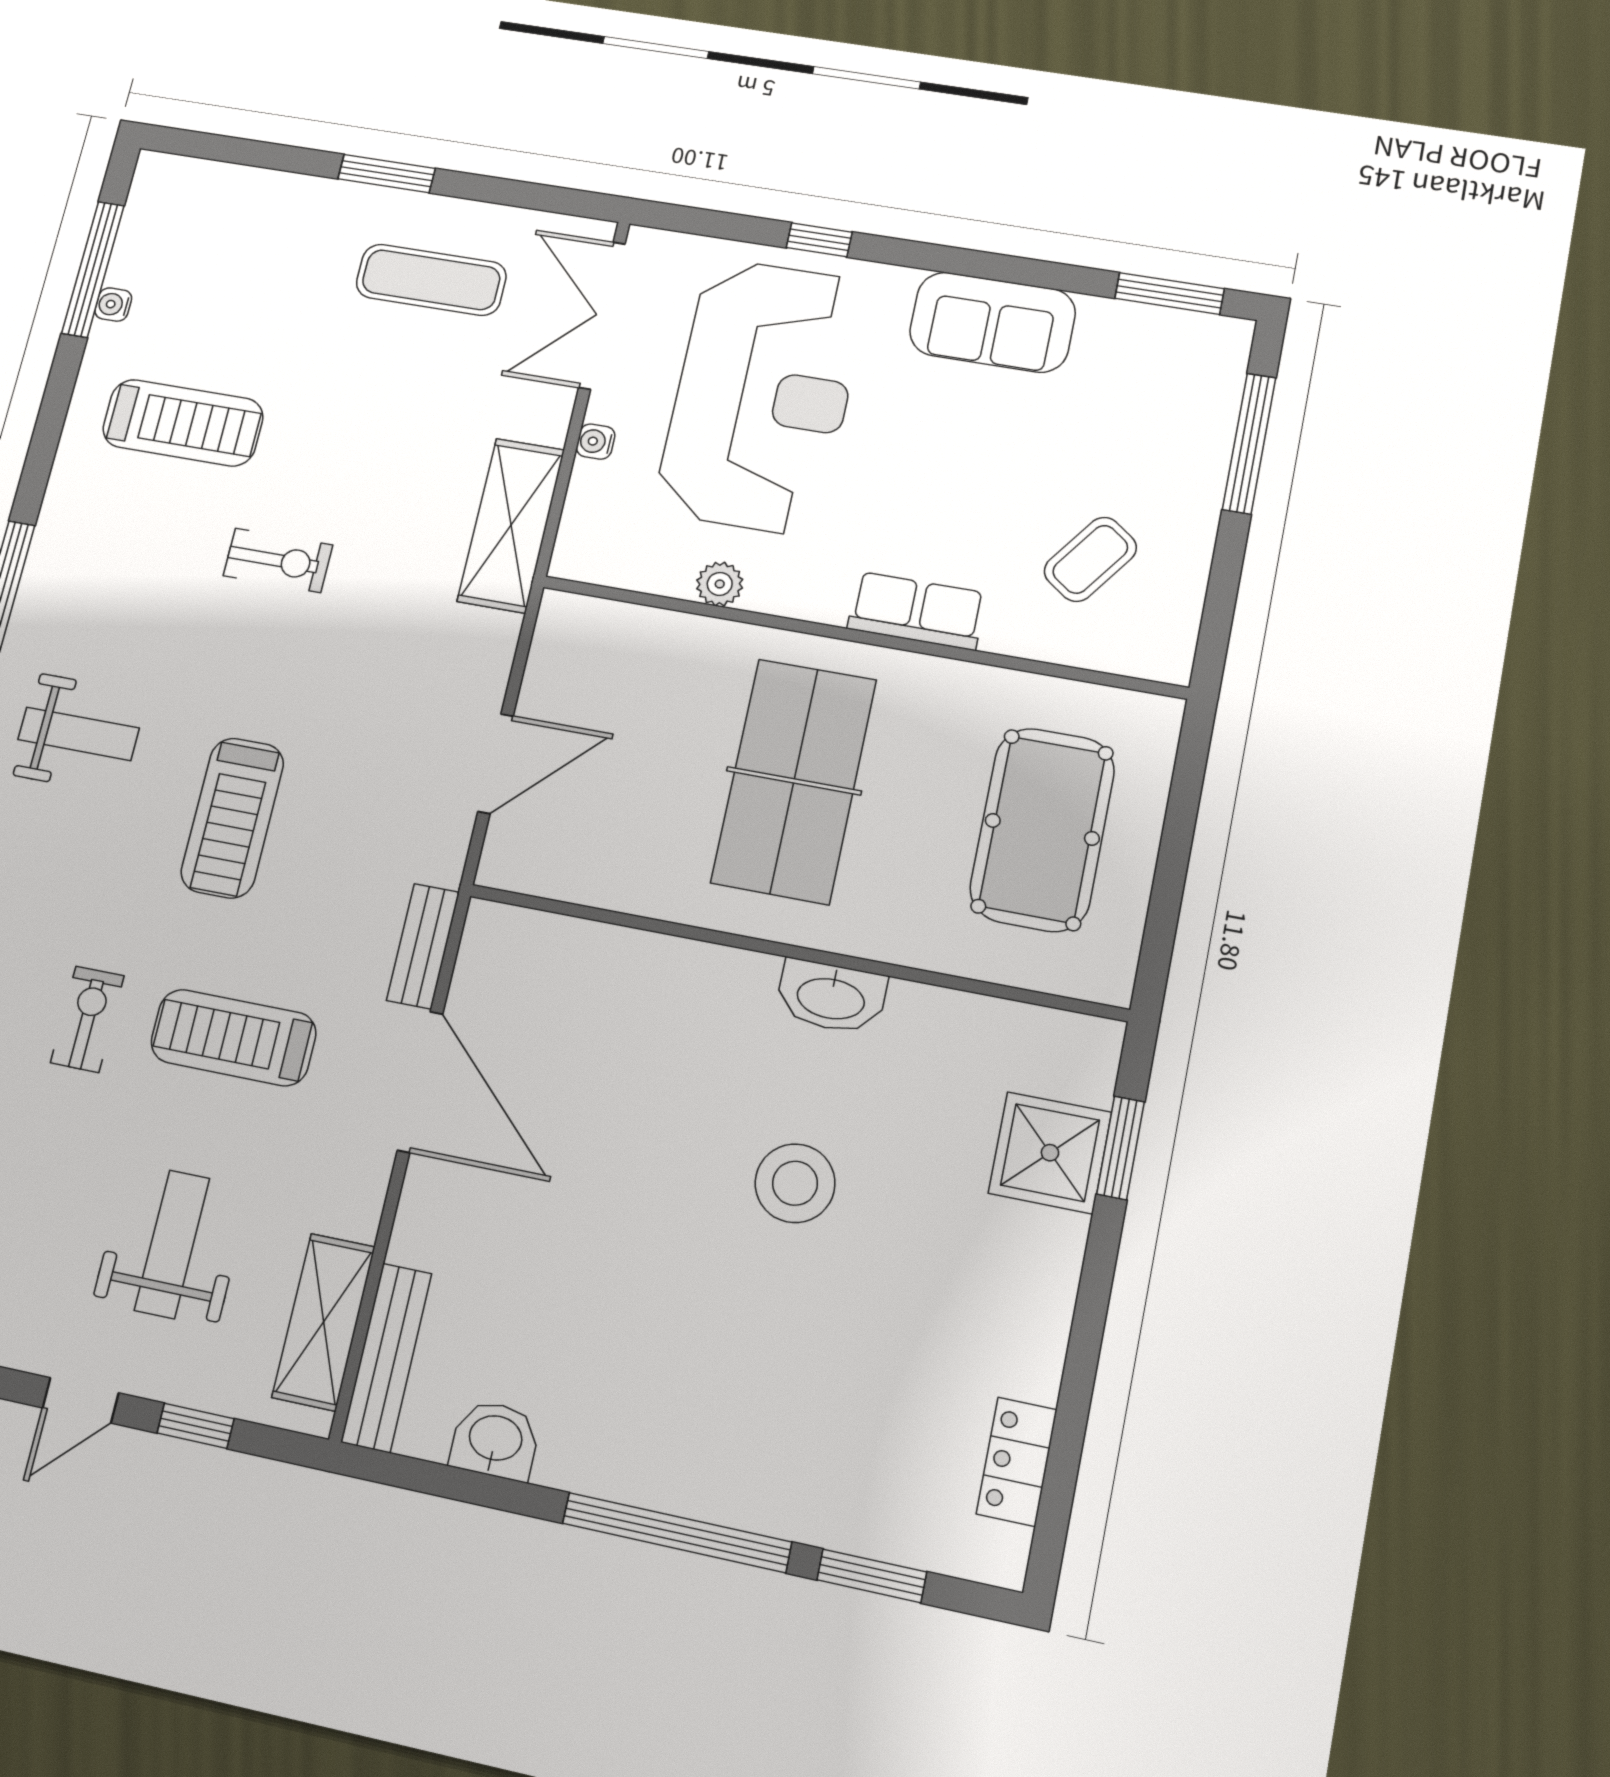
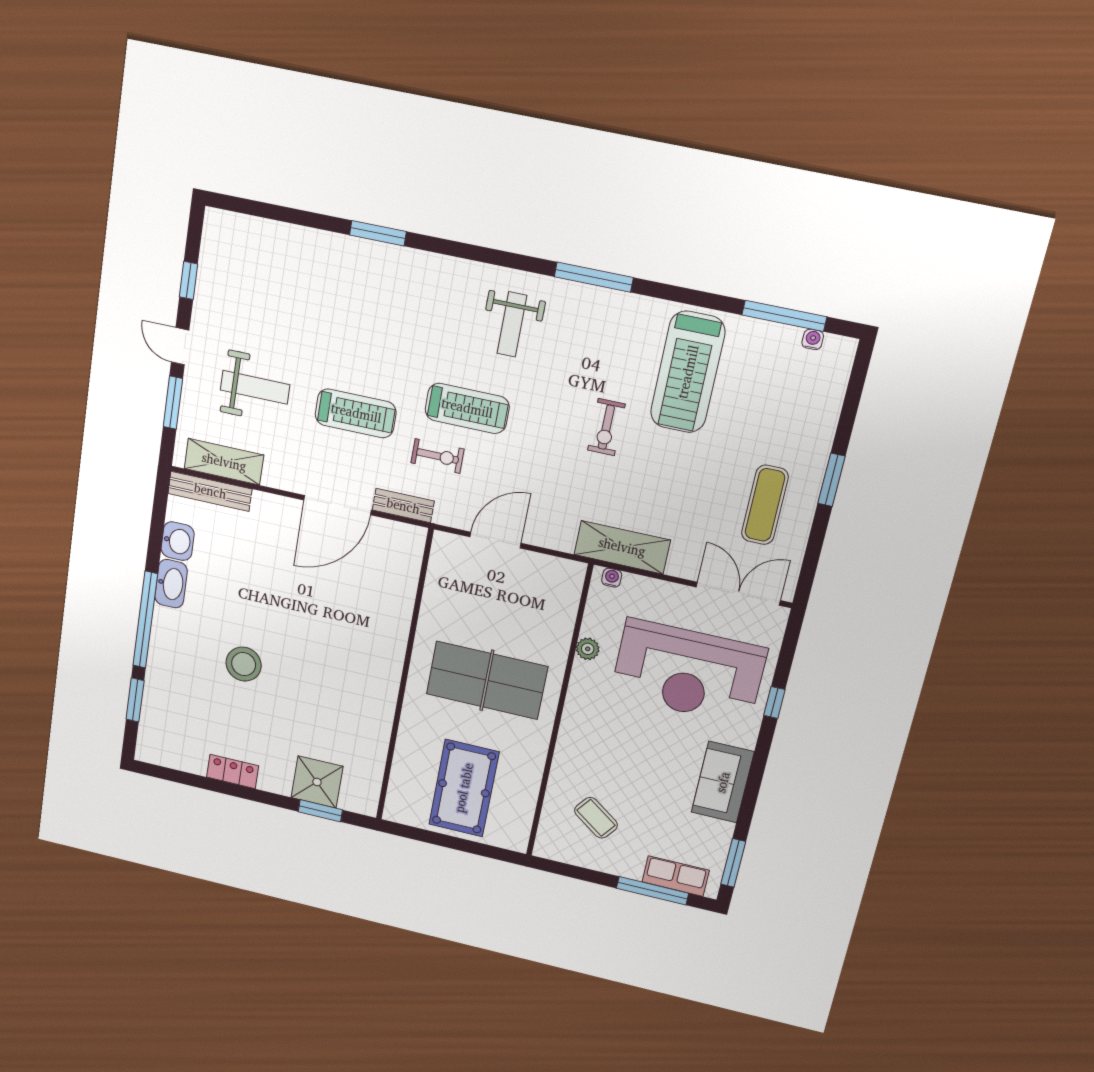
water cooler: (113, 305) -> (813, 339), moved
treadmill: (183, 423) -> (688, 372), width x1.37, depth x1.38
water cooler: (596, 442) -> (612, 578), moved
row of seats: (917, 611) -> (676, 876), moved, turned -90
door: (496, 764) -> (496, 540), swing flipped
treadmill: (232, 818) -> (467, 408), turned 180
pool table: (1042, 829) -> (464, 788), turned 90
washbasin: (831, 997) -> (171, 584), moved, turned 180
exercise bike: (87, 1019) -> (437, 456), moved
treadmill: (233, 1038) -> (356, 413), turned 90
stool: (795, 1183) -> (244, 664), moved
window: (196, 1426) -> (173, 403), width x1.50
locker: (1017, 1462) -> (233, 771), moved

